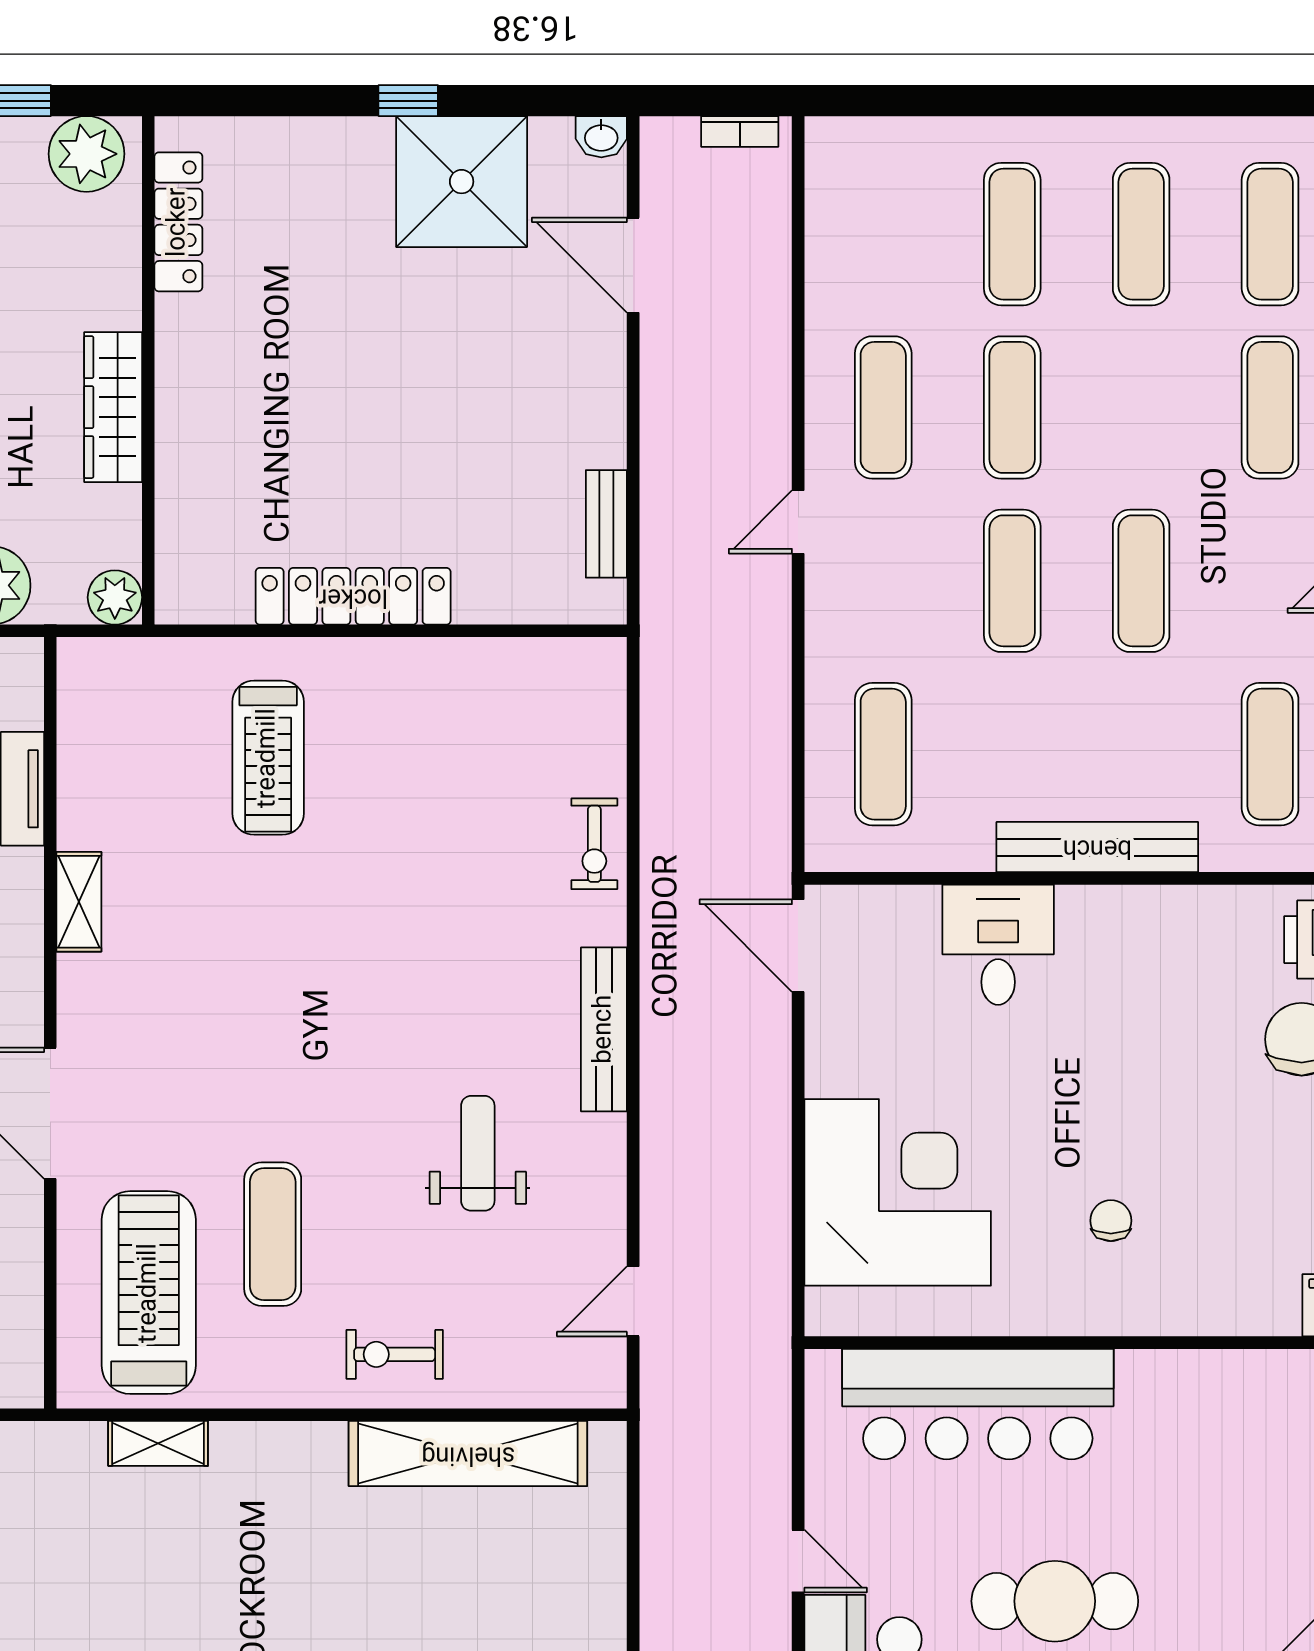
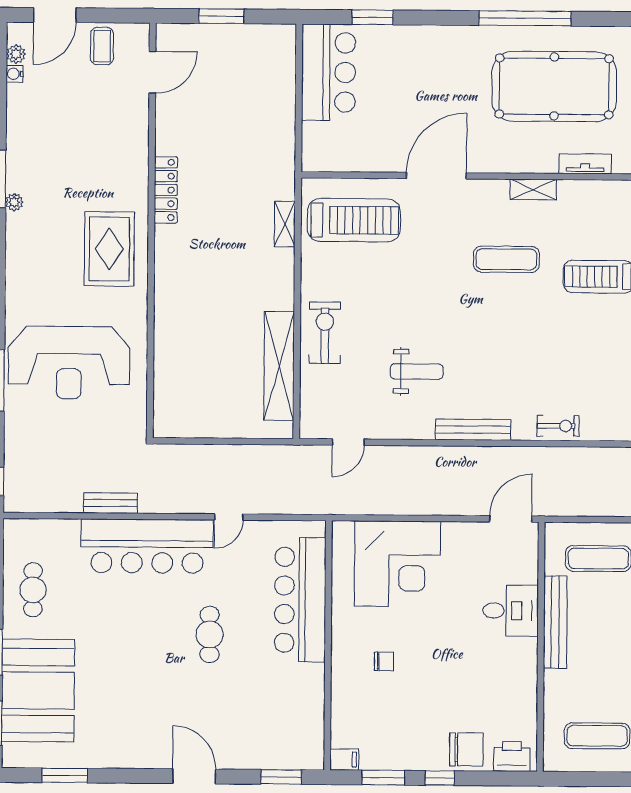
exercise bike: (594, 844) -> (558, 426), turned 180
bench: (1097, 847) -> (555, 622), moved
exercise mat: (273, 1234) -> (506, 259), moved
door: (633, 1301) -> (348, 442), swing flipped
exercise bike: (395, 1354) -> (325, 333), width x1.38, depth x1.39
cafe table: (1055, 1601) -> (210, 634), width x0.73, depth x0.74

